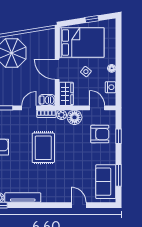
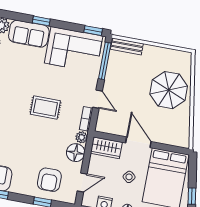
door: (57, 69) -> (138, 142), hinge flipped
barbecue: (47, 100) -> (103, 123), removed
rug: (43, 148) -> (45, 107), width x0.73, depth x0.70

